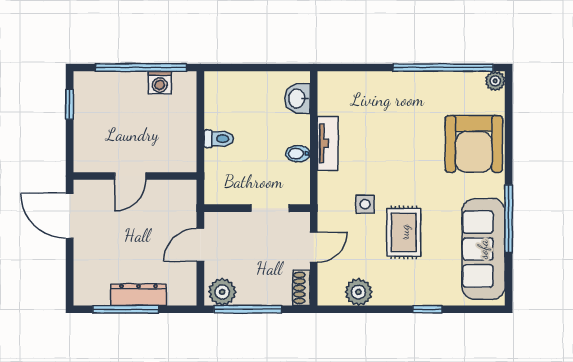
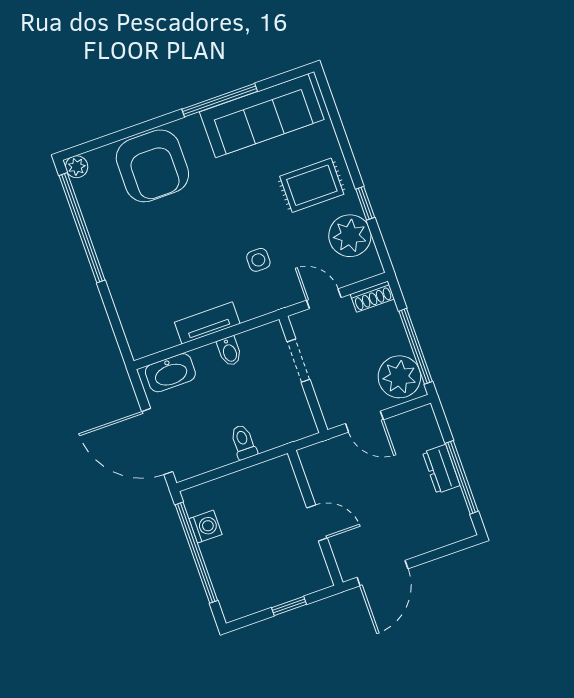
door: (244, 68) -> (157, 442), added
washbasin: (297, 98) -> (170, 373), width x1.38
window: (70, 104) -> (289, 606), moved
armchair: (474, 144) -> (152, 166), turned 90
rug: (404, 232) -> (312, 185), moved
plant: (222, 292) -> (399, 377), width x1.36, depth x1.36
plant: (358, 292) -> (350, 236), width x1.36, depth x1.36
dresser: (139, 295) -> (441, 469), width x0.70
window: (427, 309) -> (365, 203), moved

